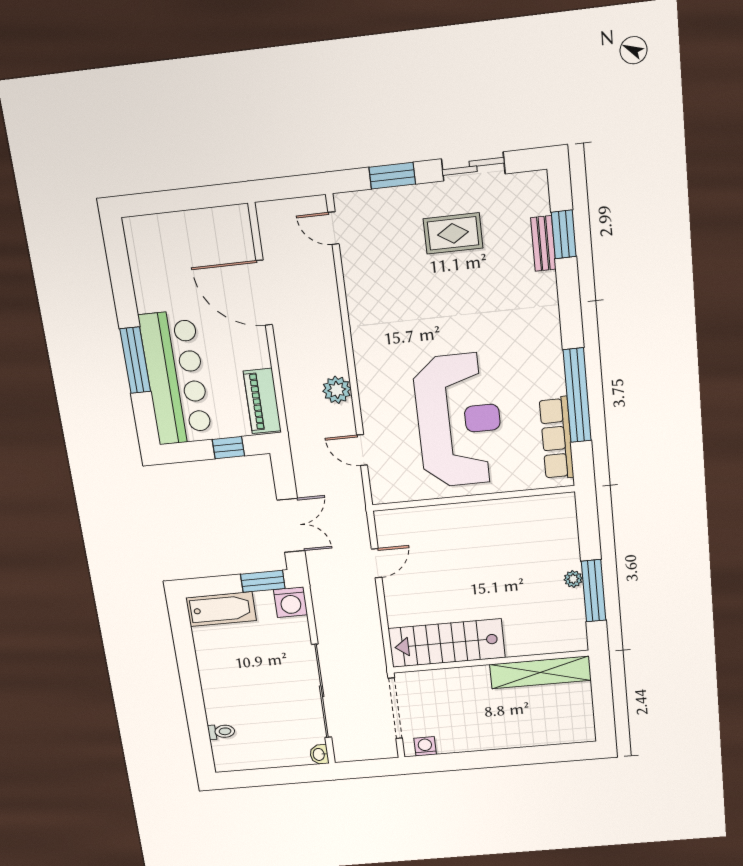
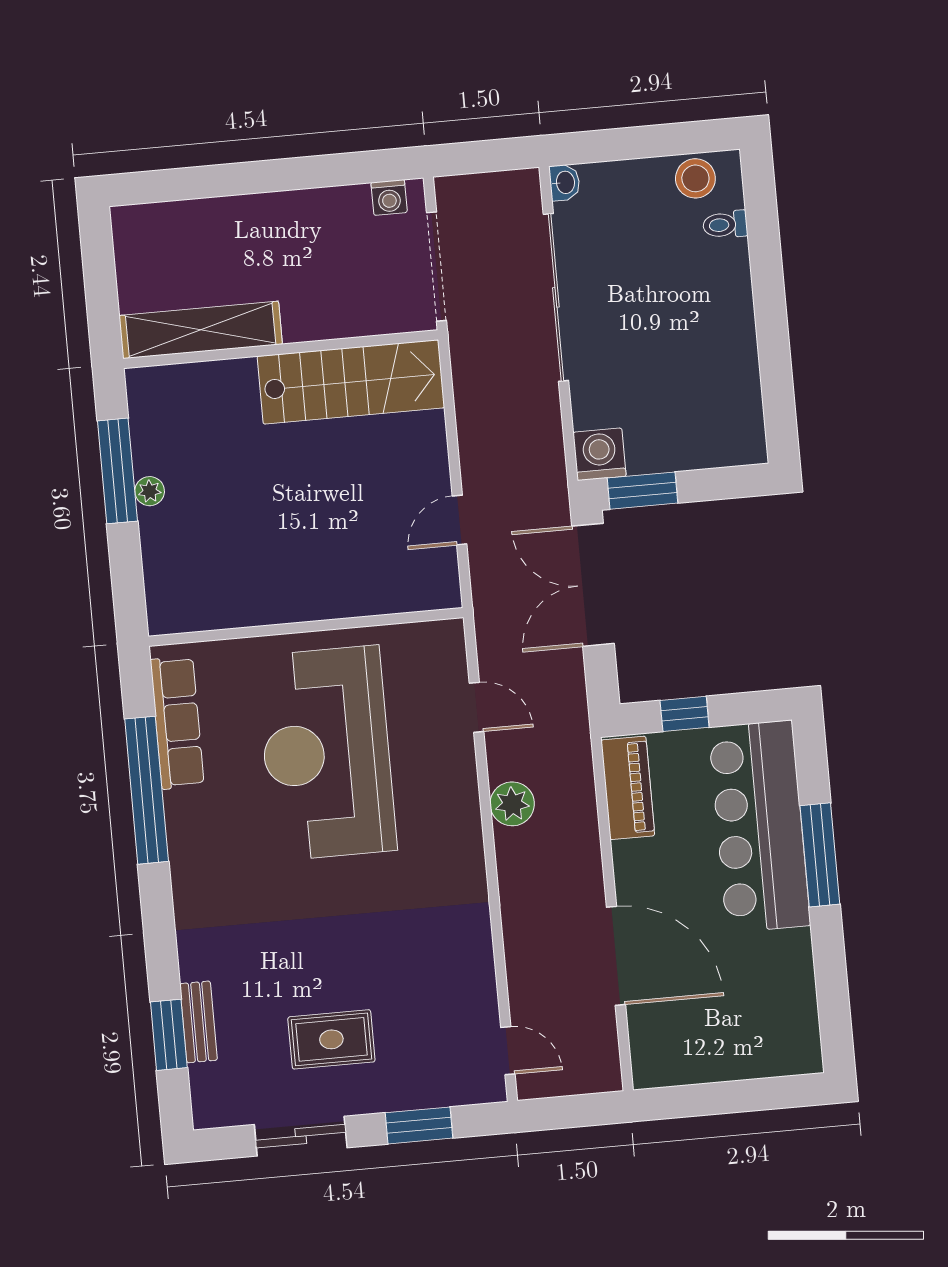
double door: (291, 525) -> (593, 585), width x1.37
bathtub: (221, 609) -> (713, 443), removed
stool: (241, 757) -> (695, 178), added

